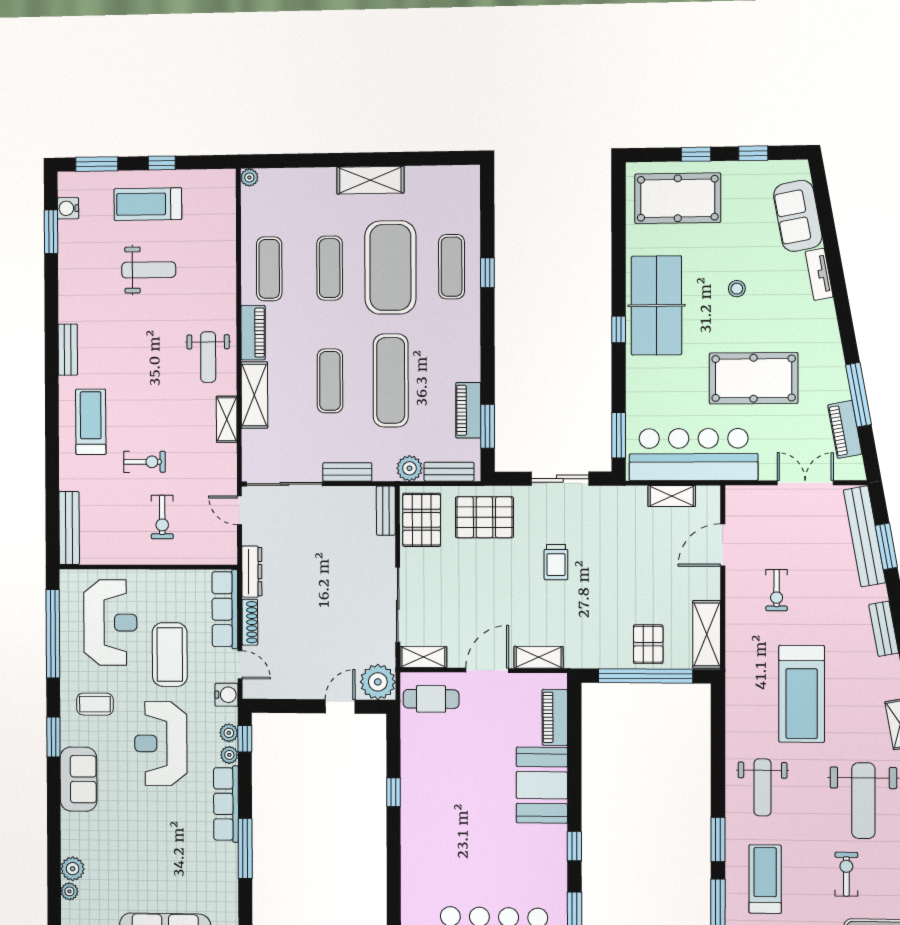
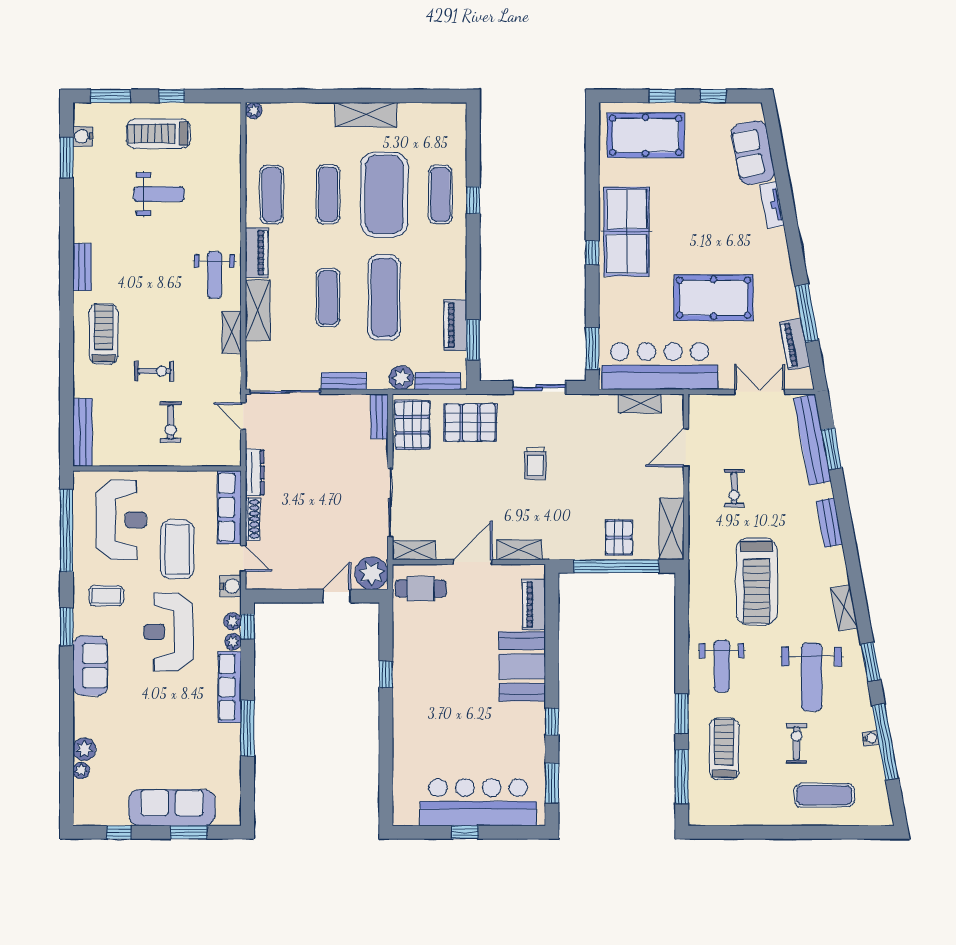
stool: (737, 289) -> (699, 217), removed

